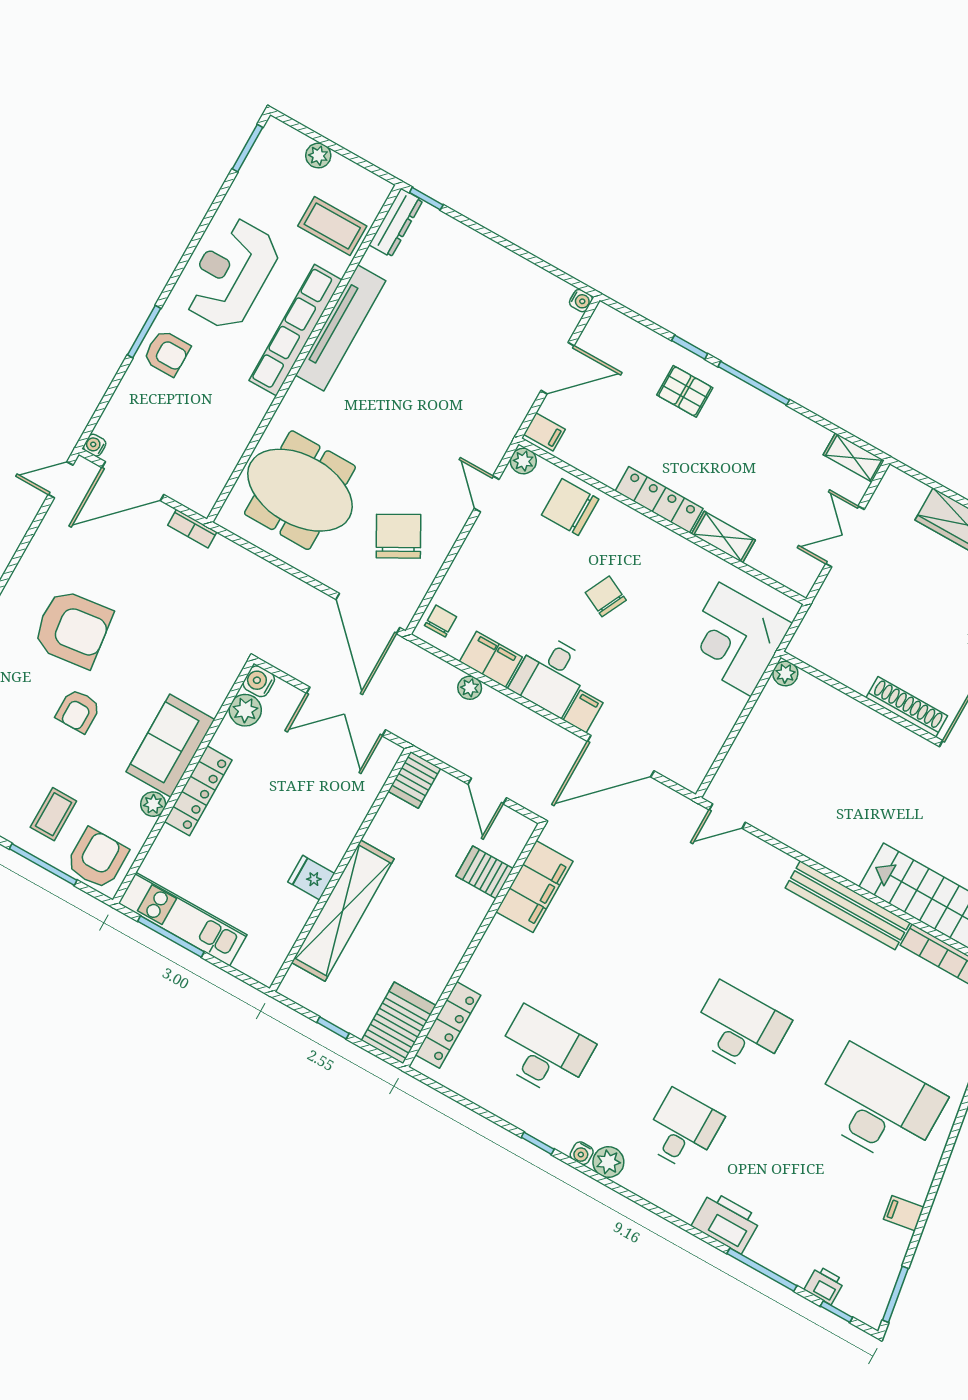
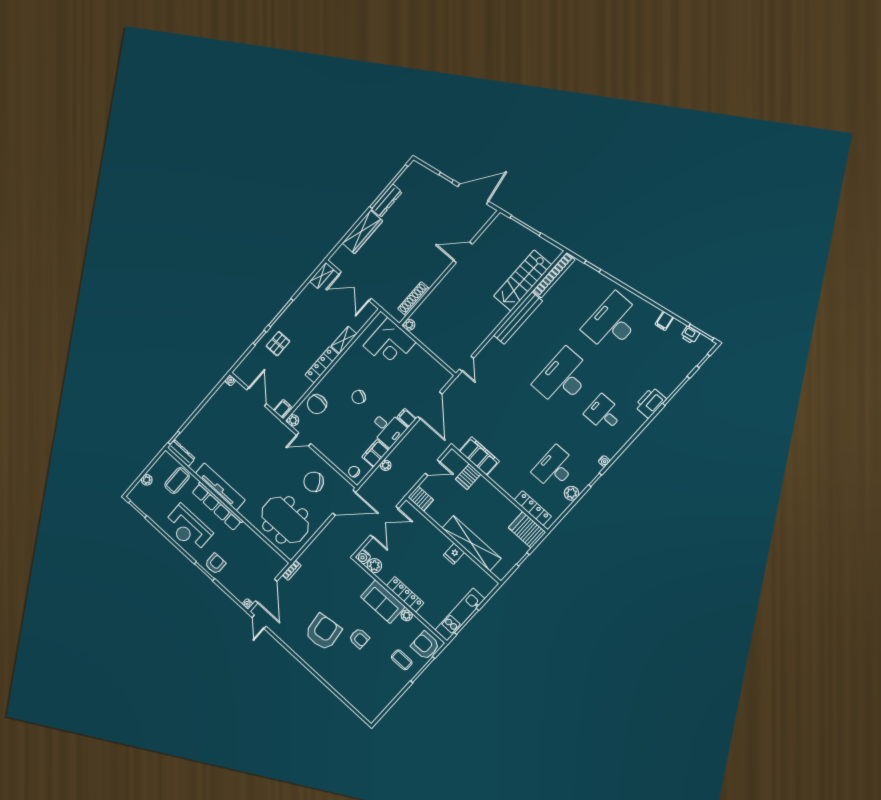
meeting table: (300, 490) -> (285, 520), turned 90
double door: (845, 537) -> (355, 286), width x1.37
shoe rack: (907, 707) -> (414, 299), moved
desk: (740, 1028) -> (563, 378), width x1.36, depth x1.30
plant: (608, 1162) -> (572, 493), moved
printer: (824, 1285) -> (690, 335), moved, turned -99

